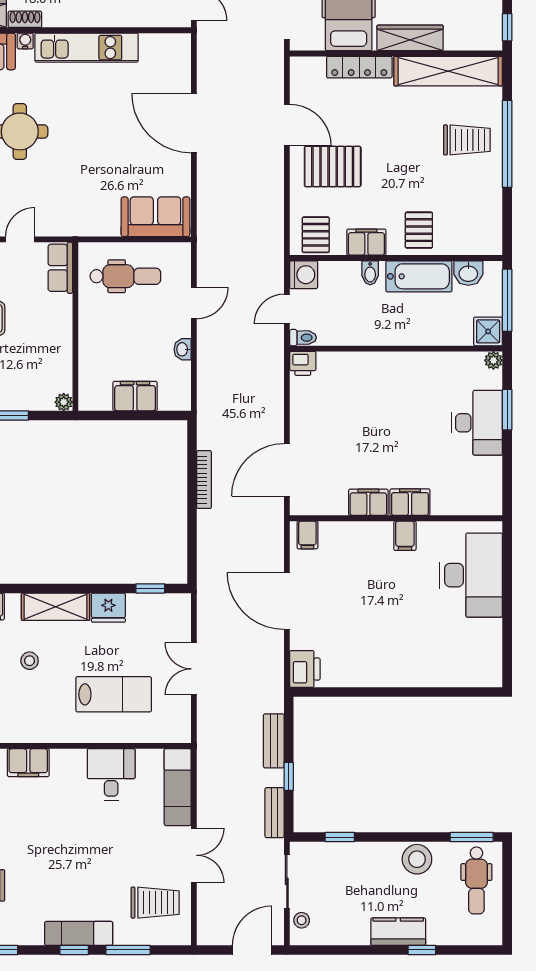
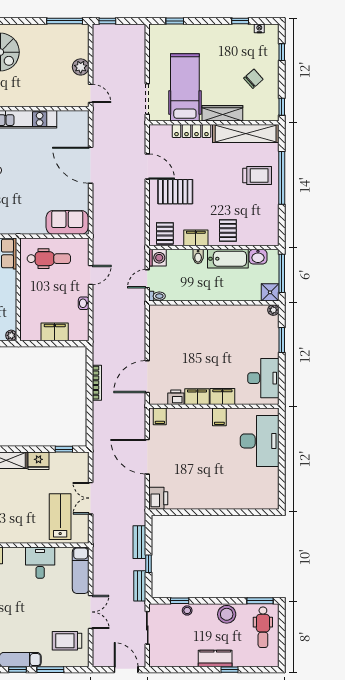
printer: (303, 363) -> (176, 397), moved, turned 180
desk: (477, 423) -> (263, 378), moved
lab bench: (114, 694) -> (60, 517), moved, turned -90
trolley: (155, 903) -> (67, 641), turned 180
stool: (302, 920) -> (187, 610), moved
door: (252, 950) -> (126, 670), hinge flipped

